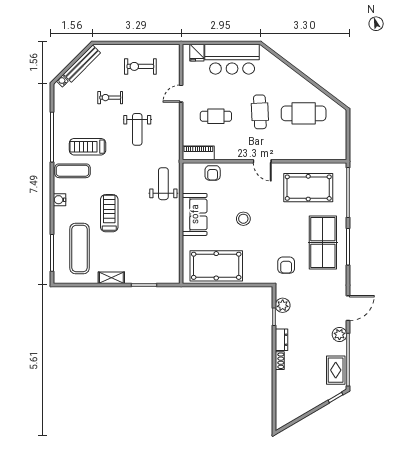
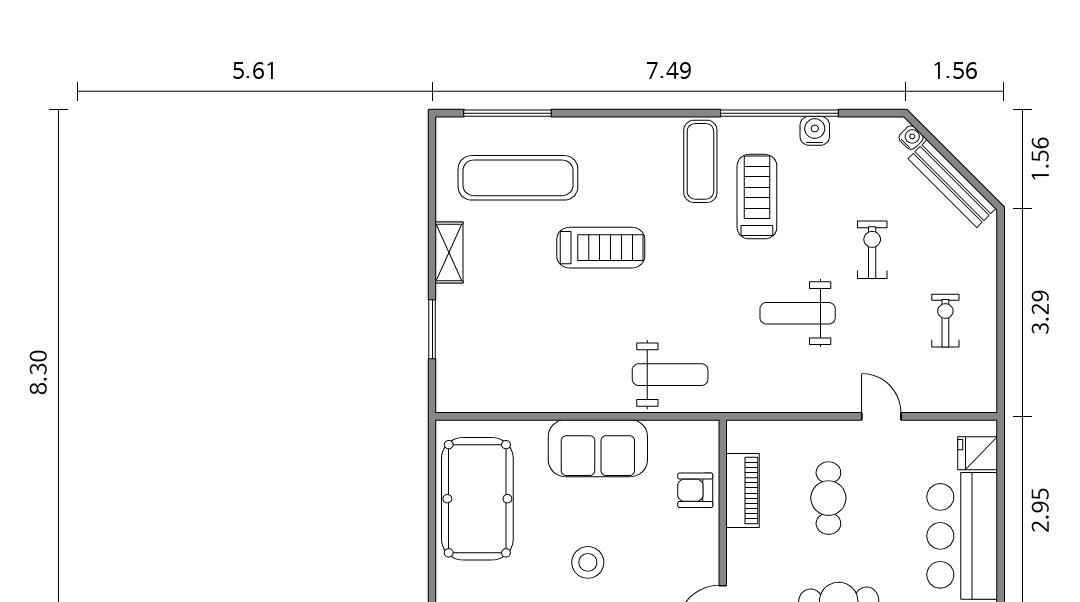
exercise bike: (140, 66) -> (945, 321), width x0.73, depth x0.72
piano: (198, 153) -> (742, 491), moved
water cooler: (59, 200) -> (815, 131), moved

